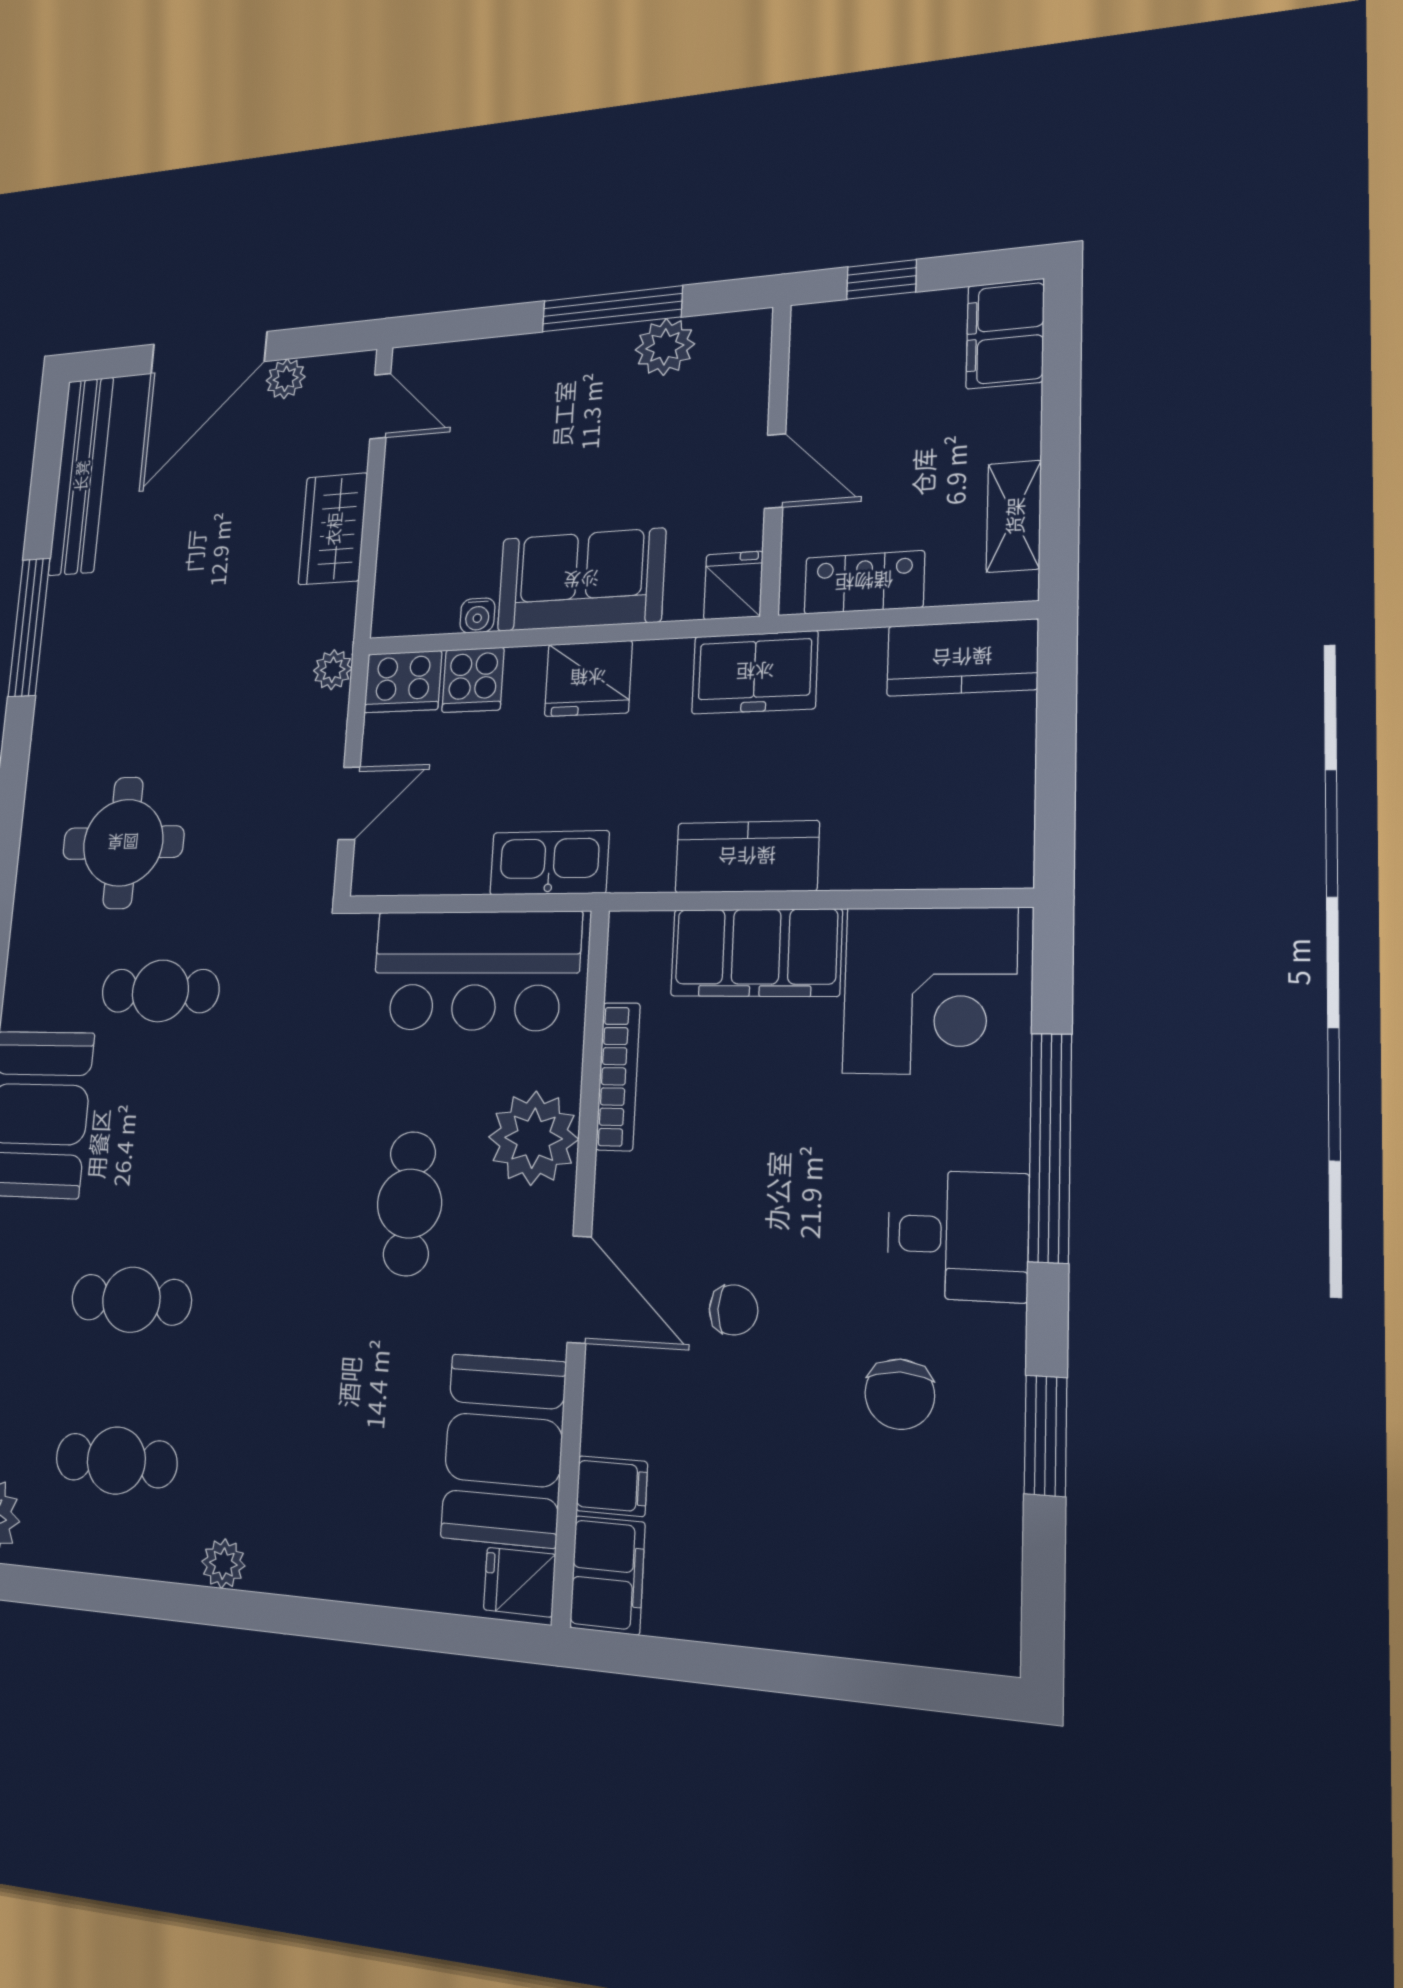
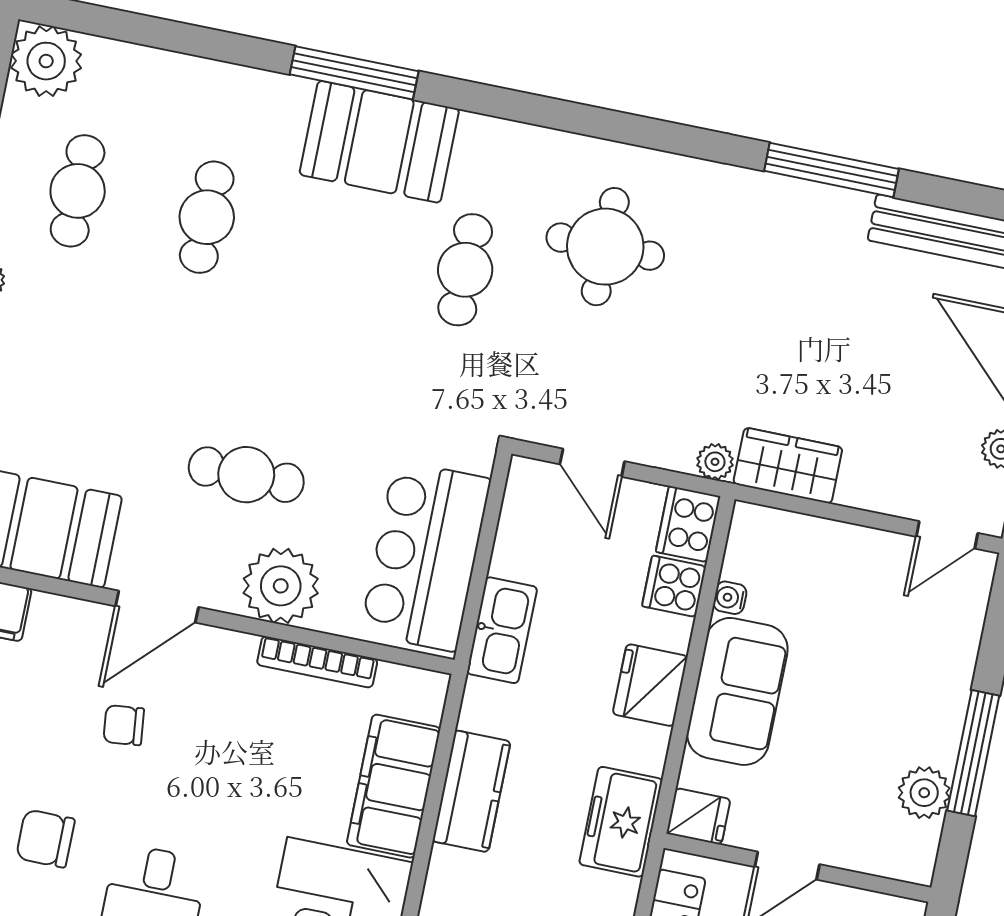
wardrobe: (333, 529) -> (788, 466), moved
chair: (733, 1310) -> (124, 725), turned 84

